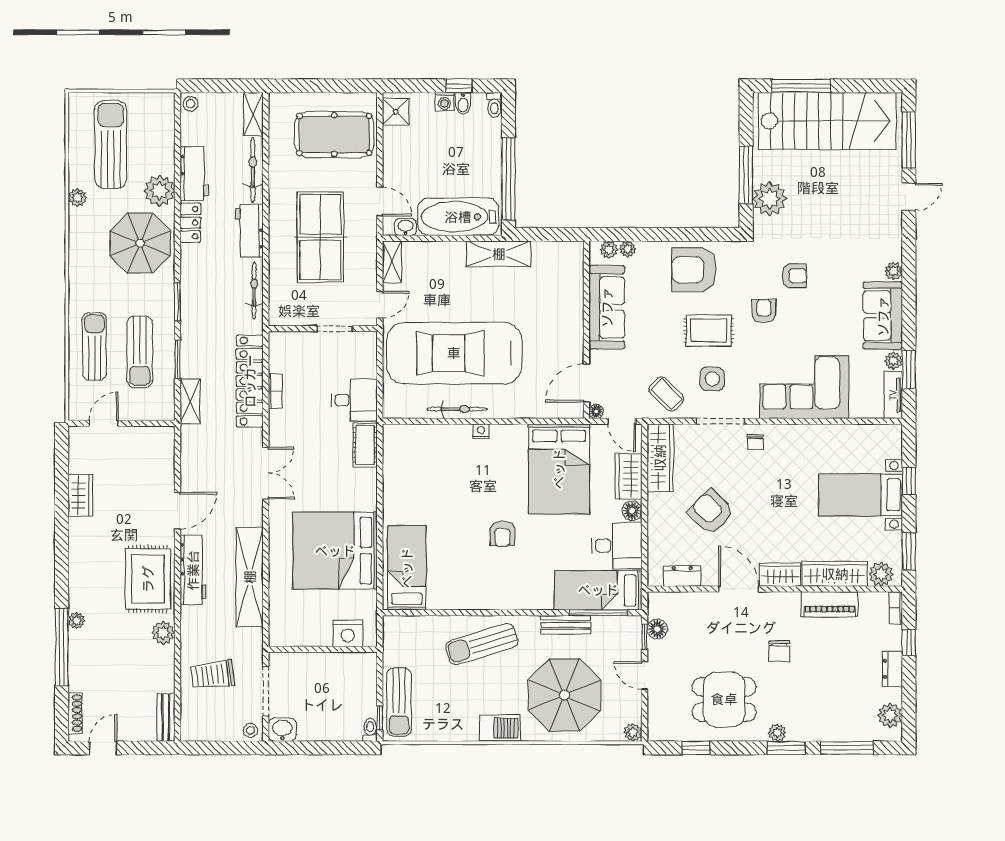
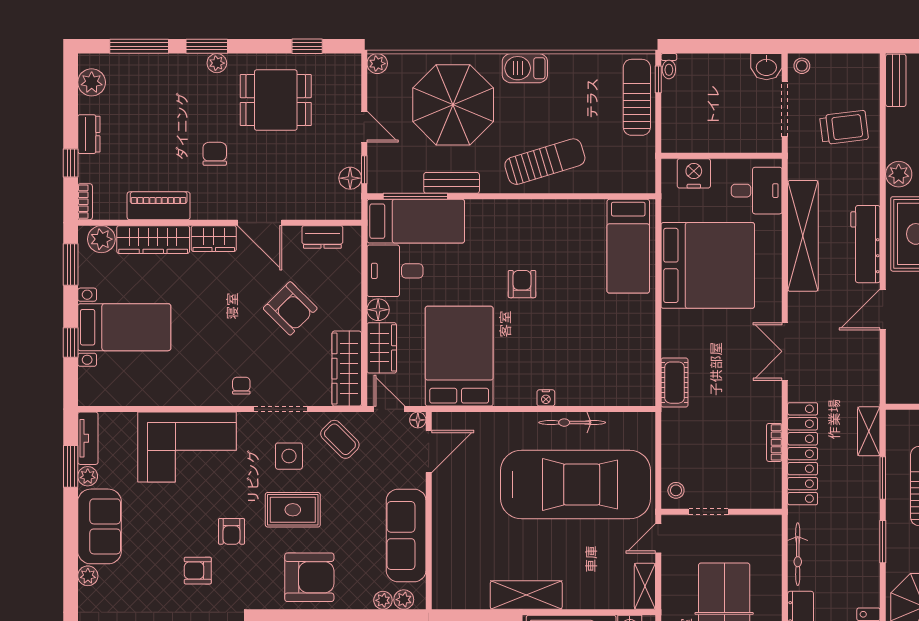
stool: (364, 348) -> (676, 490), added
desk: (354, 400) -> (757, 191), moved, turned 180

